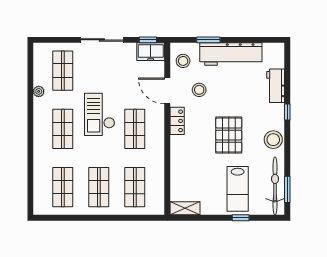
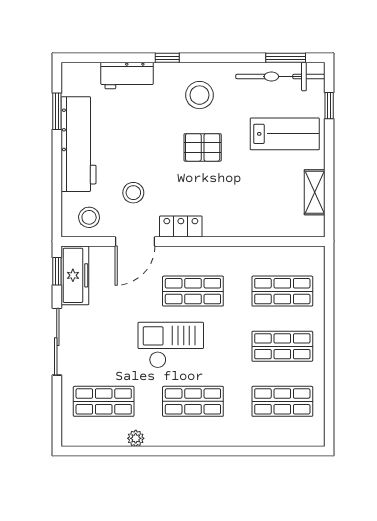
window: (208, 40) -> (57, 111), moved
freezer: (151, 52) -> (75, 275), width x1.40
checkout: (100, 114) -> (171, 345), turned 180
pallet: (229, 135) -> (203, 147), width x0.67, depth x0.71
stool: (273, 140) -> (200, 95), moved
shelving: (185, 208) -> (315, 192), moved
window: (241, 218) -> (329, 106), moved

